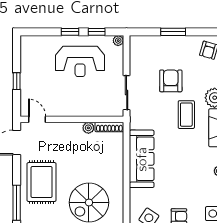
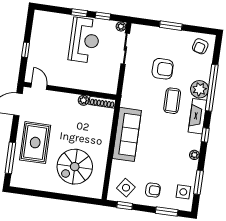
reception desk: (80, 61) -> (84, 40), turned -90
armchair: (171, 81) -> (163, 69), turned 90
sliding door: (127, 93) -> (125, 49), moved

